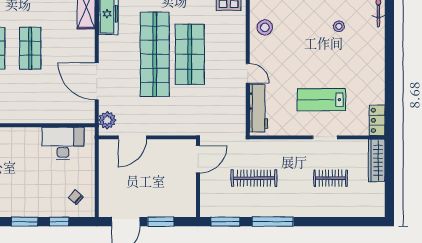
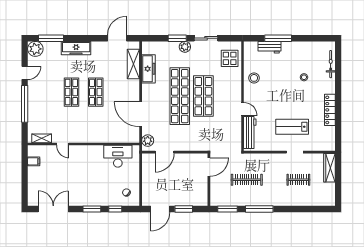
locker: (377, 120) -> (330, 110), moved, width x1.53

